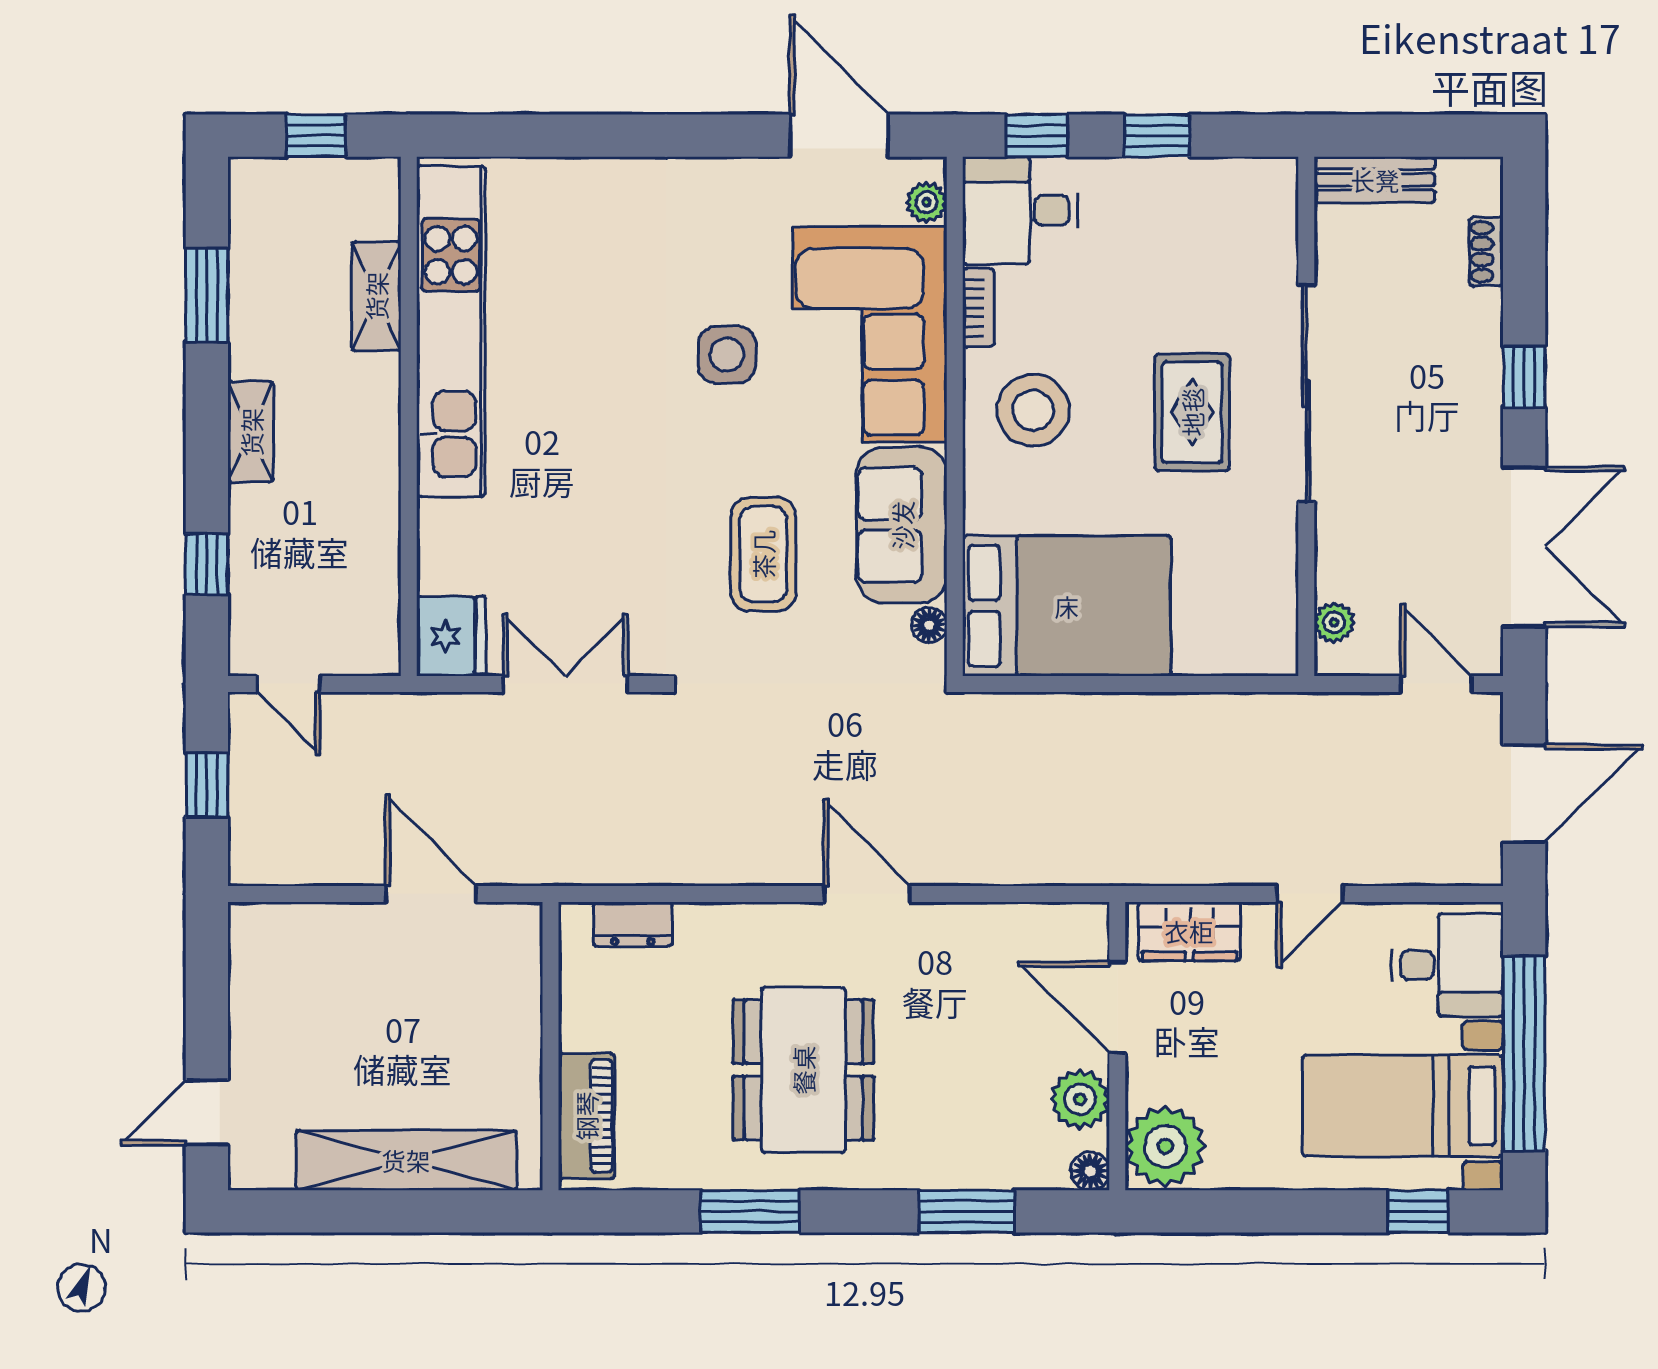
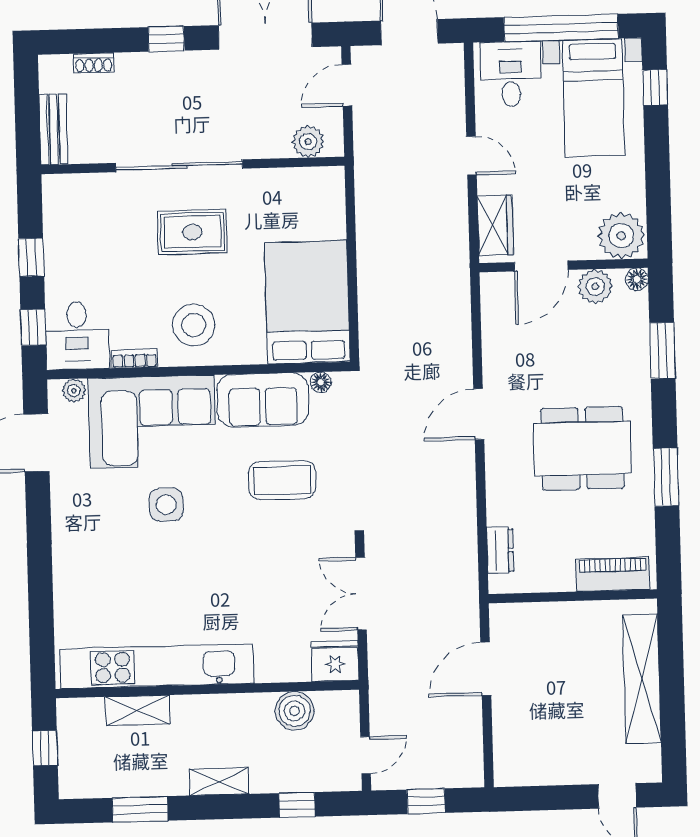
boiler: (368, 565) -> (295, 711), added
plant: (1334, 622) -> (308, 142), width x1.38, depth x1.38

